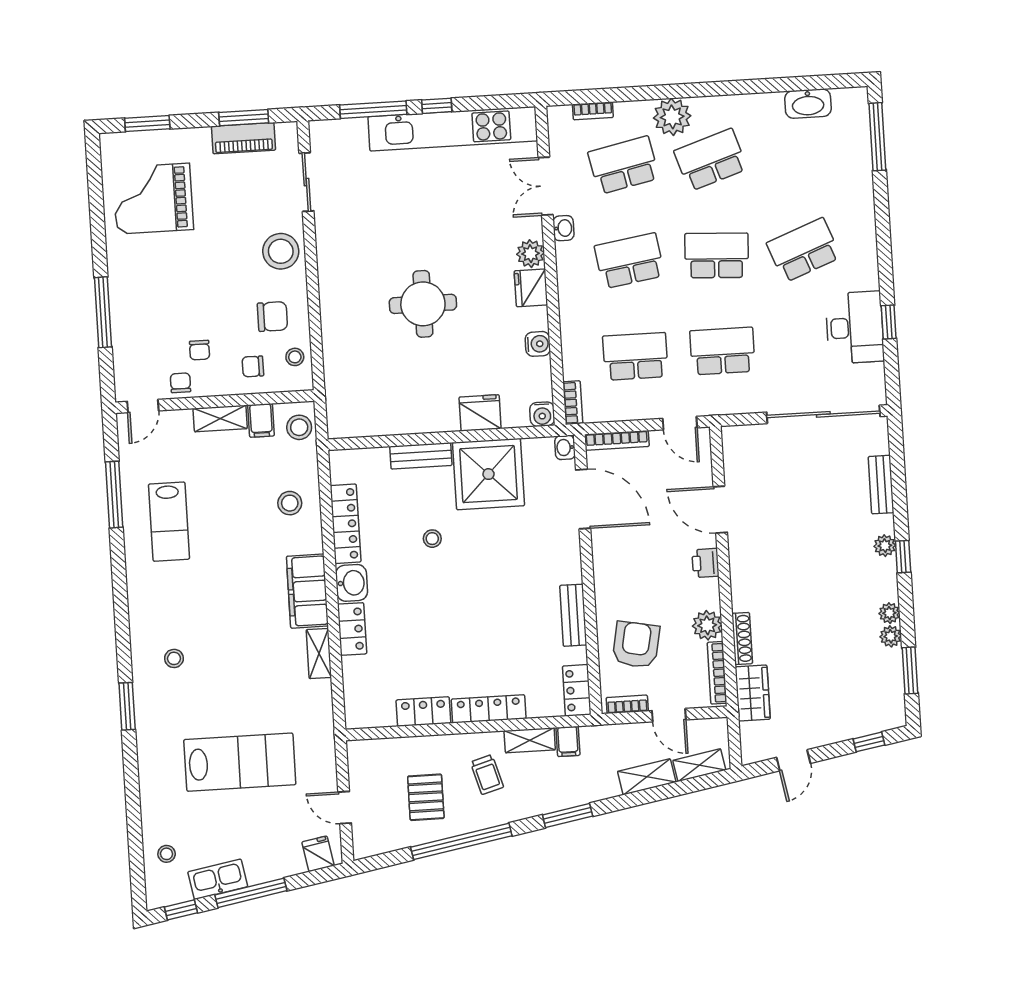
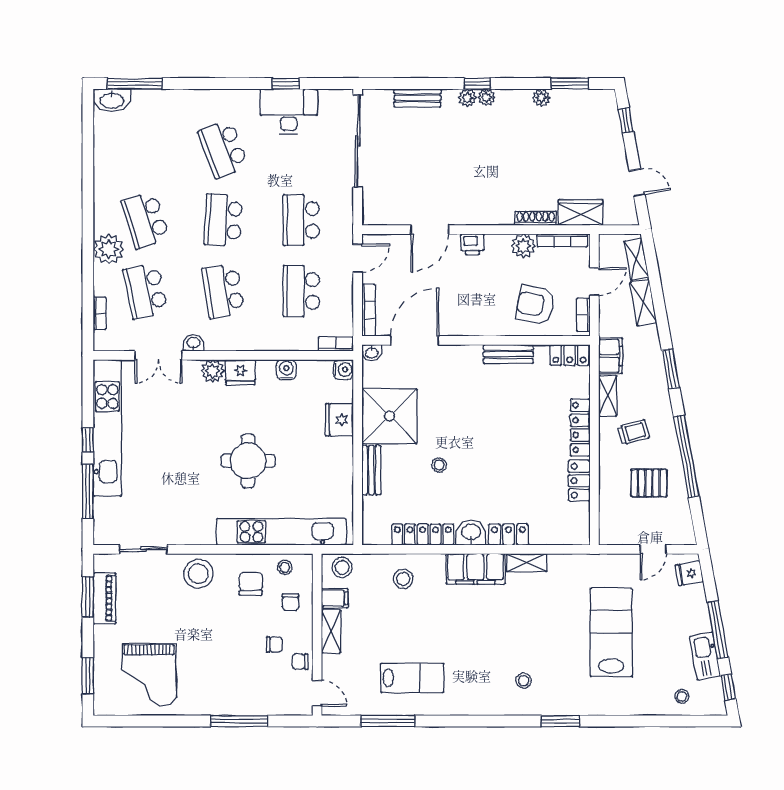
washbasin: (808, 104) -> (112, 100), moved, turned 90
kitchen unit: (338, 350) -> (281, 532), added
plant: (889, 613) -> (486, 97), moved
filing cabinet: (568, 741) -> (611, 356), width x2.00

